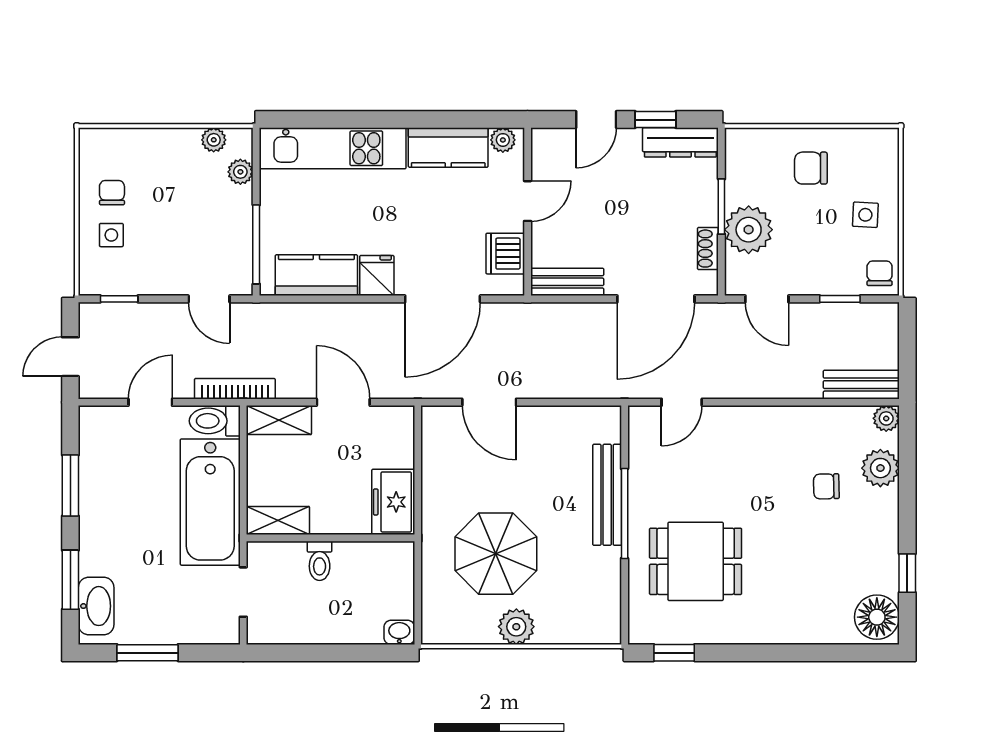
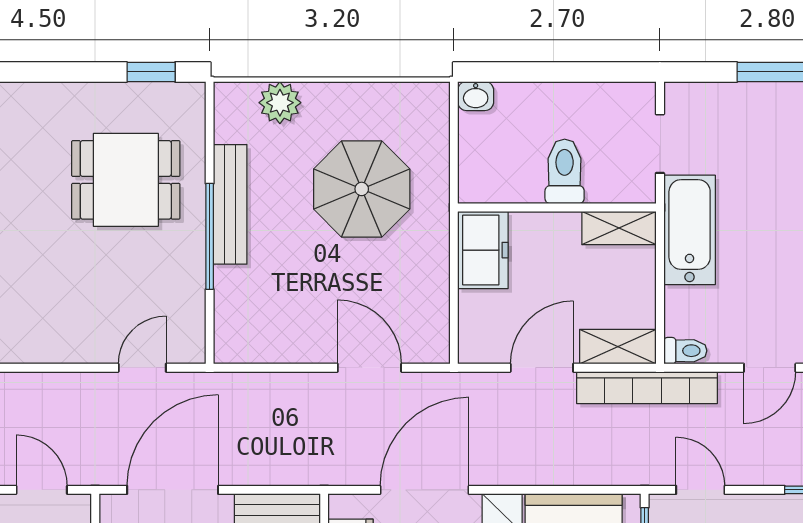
bookcase: (235, 389) -> (647, 388), width x1.48, depth x1.31
door: (343, 402) -> (542, 368), swing flipped
toilet: (215, 421) -> (685, 351), width x0.73, depth x0.72
bench: (607, 495) -> (230, 204), moved
bathtub: (210, 502) -> (690, 230), width x0.73, depth x0.73
toilet: (320, 561) -> (565, 171), width x1.37, depth x1.39
plant: (516, 627) -> (280, 103), moved

